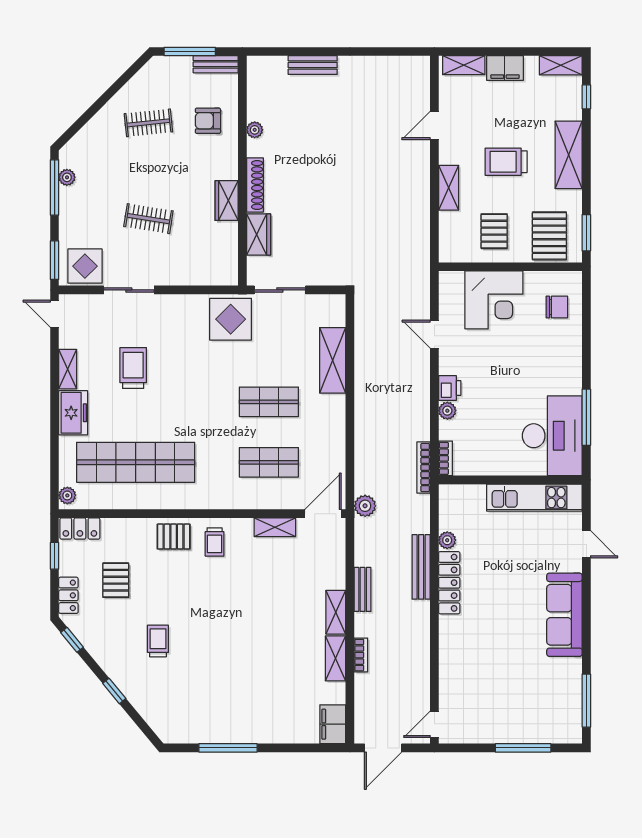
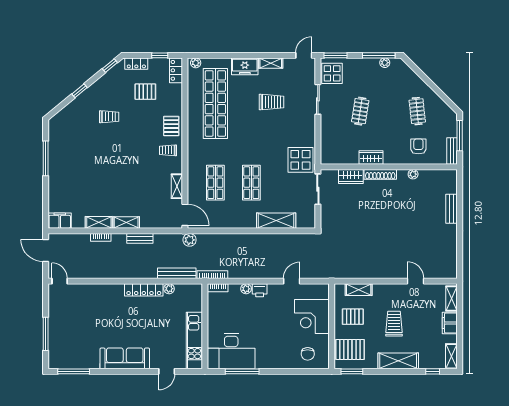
shelving: (449, 188) -> (359, 290), moved
bench: (421, 567) -> (177, 273), moved

